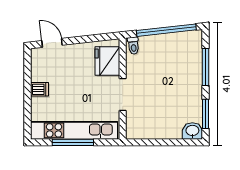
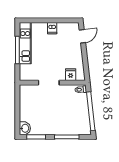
fridge: (107, 61) -> (71, 75), width x0.53, depth x0.75
kitchen unit: (74, 130) -> (25, 43), width x0.73

